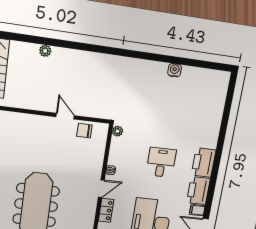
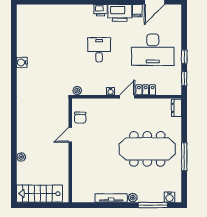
water cooler: (175, 70) -> (22, 62), moved
desk: (161, 162) -> (99, 50), turned 90
printer: (204, 163) -> (101, 10), width x0.53, depth x0.68
door: (101, 189) -> (127, 97), hinge flipped

